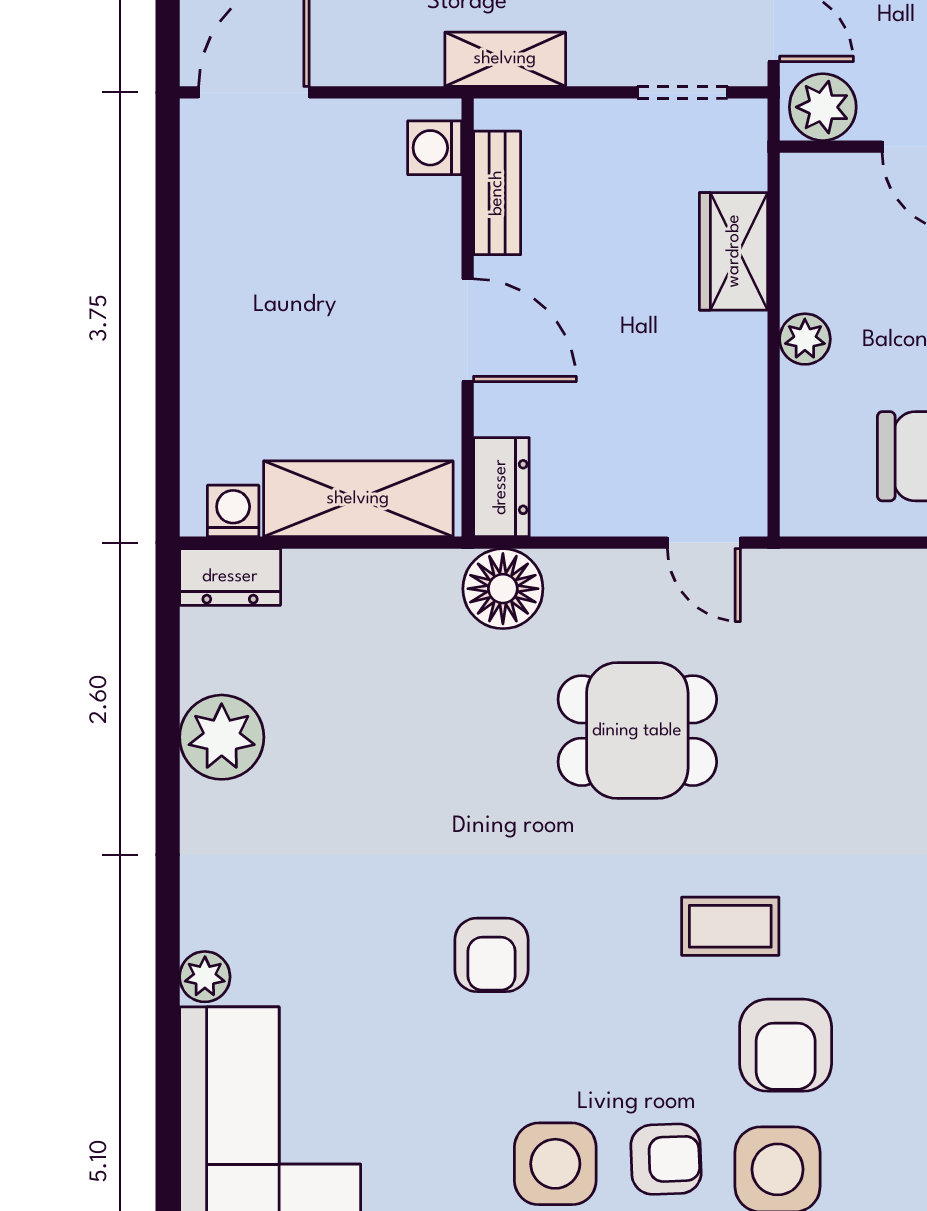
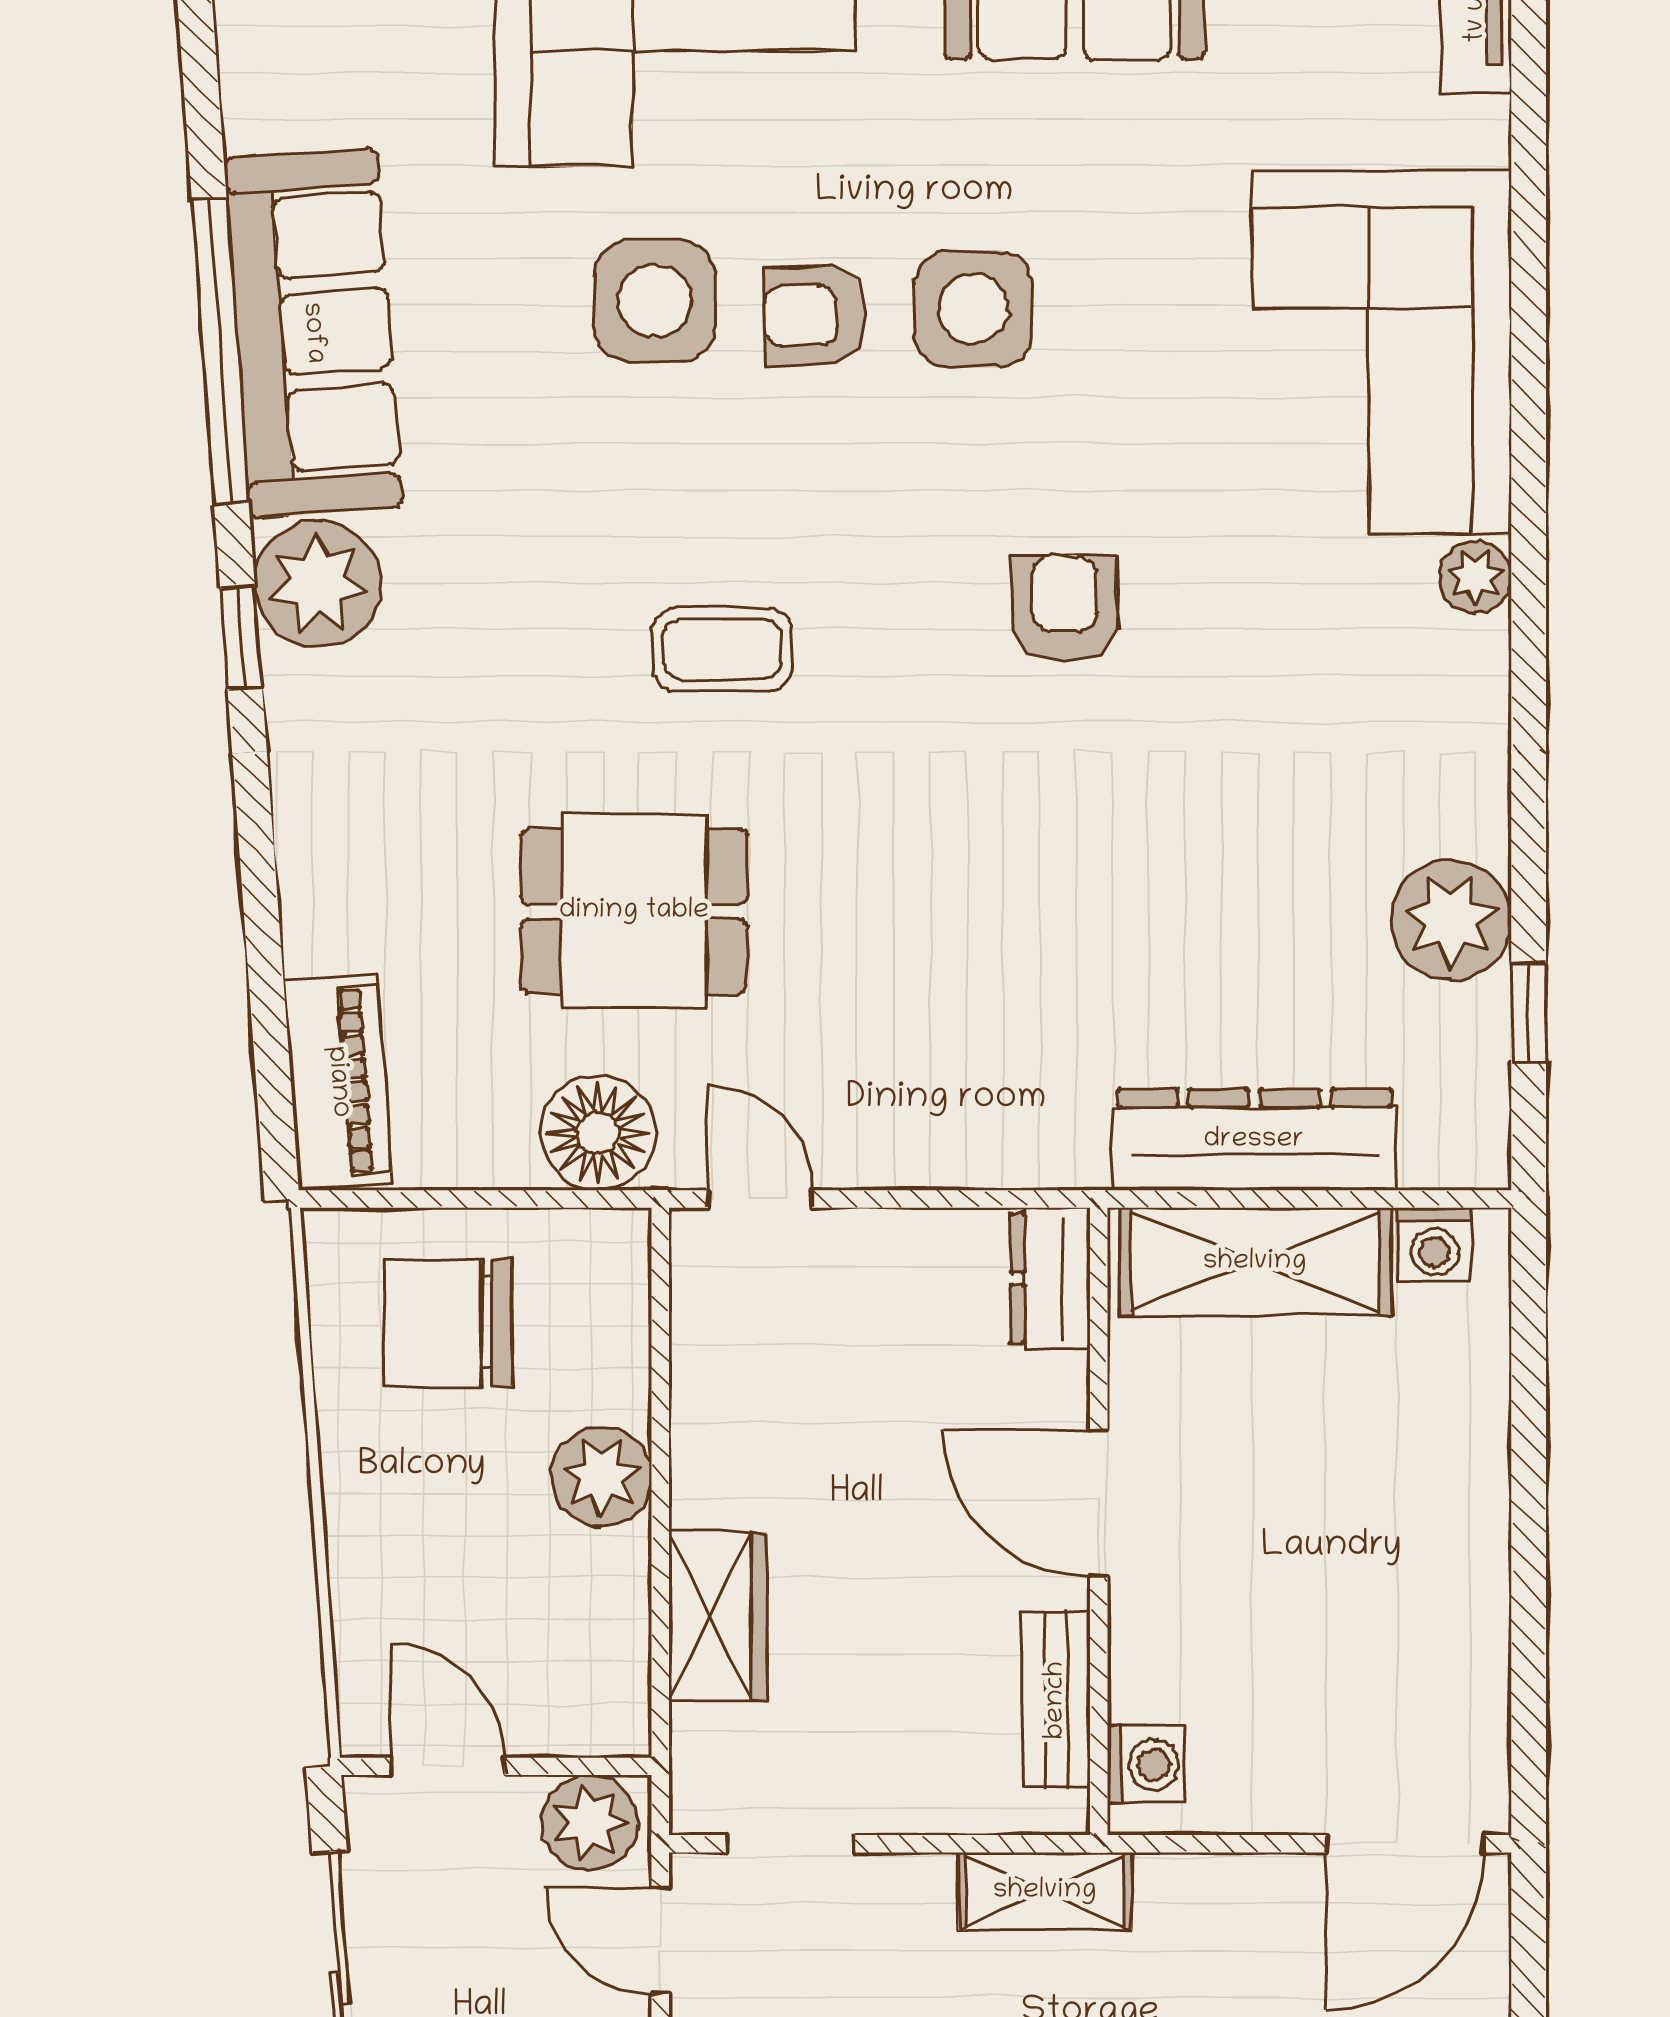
plant: (805, 339) -> (602, 1477), width x1.38, depth x1.38
dresser: (230, 577) -> (1254, 1140), moved, width x1.96, depth x1.24
floor lamp: (503, 589) -> (598, 1133), moved
window: (168, 672) -> (1529, 1013), added
dining table: (637, 731) -> (634, 911), moved
armchair: (786, 1045) -> (643, 479), removed

